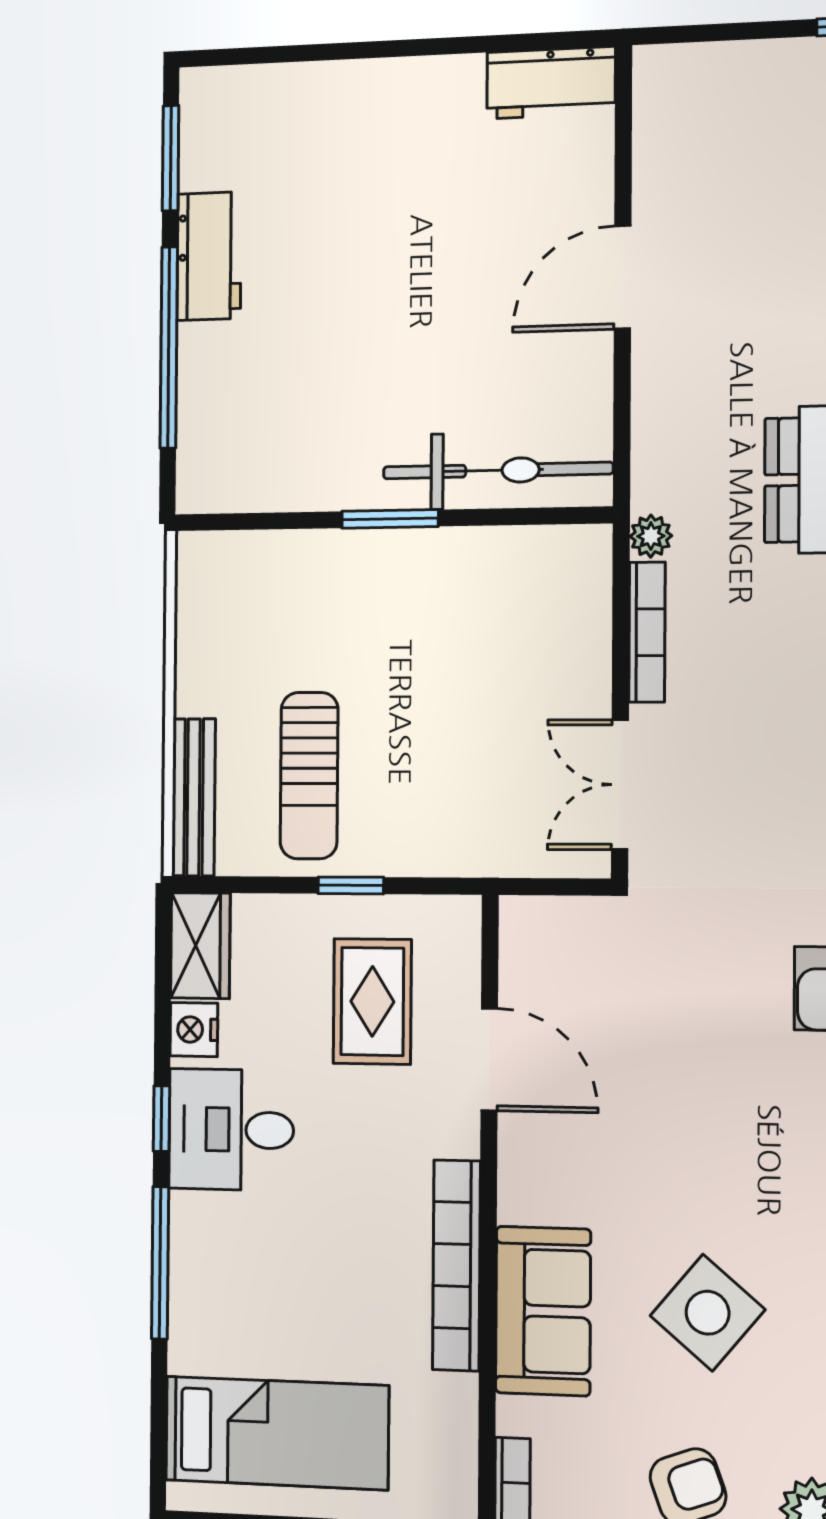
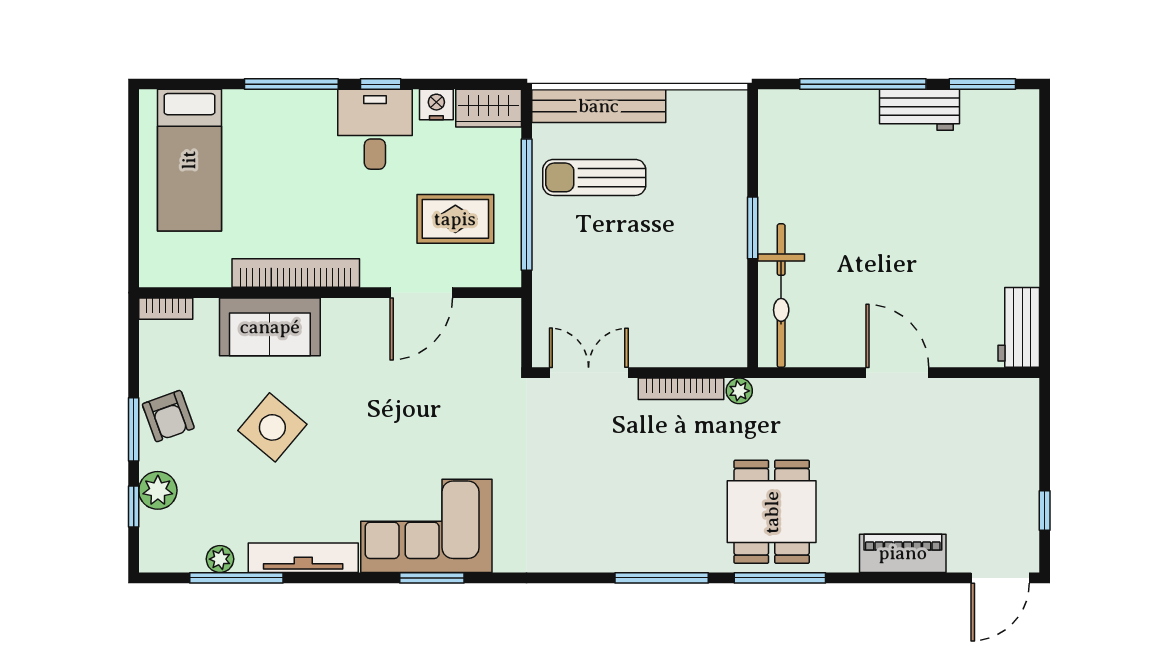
bench: (194, 797) -> (599, 106), width x1.37, depth x1.21
window: (351, 885) -> (527, 205), width x3.17

